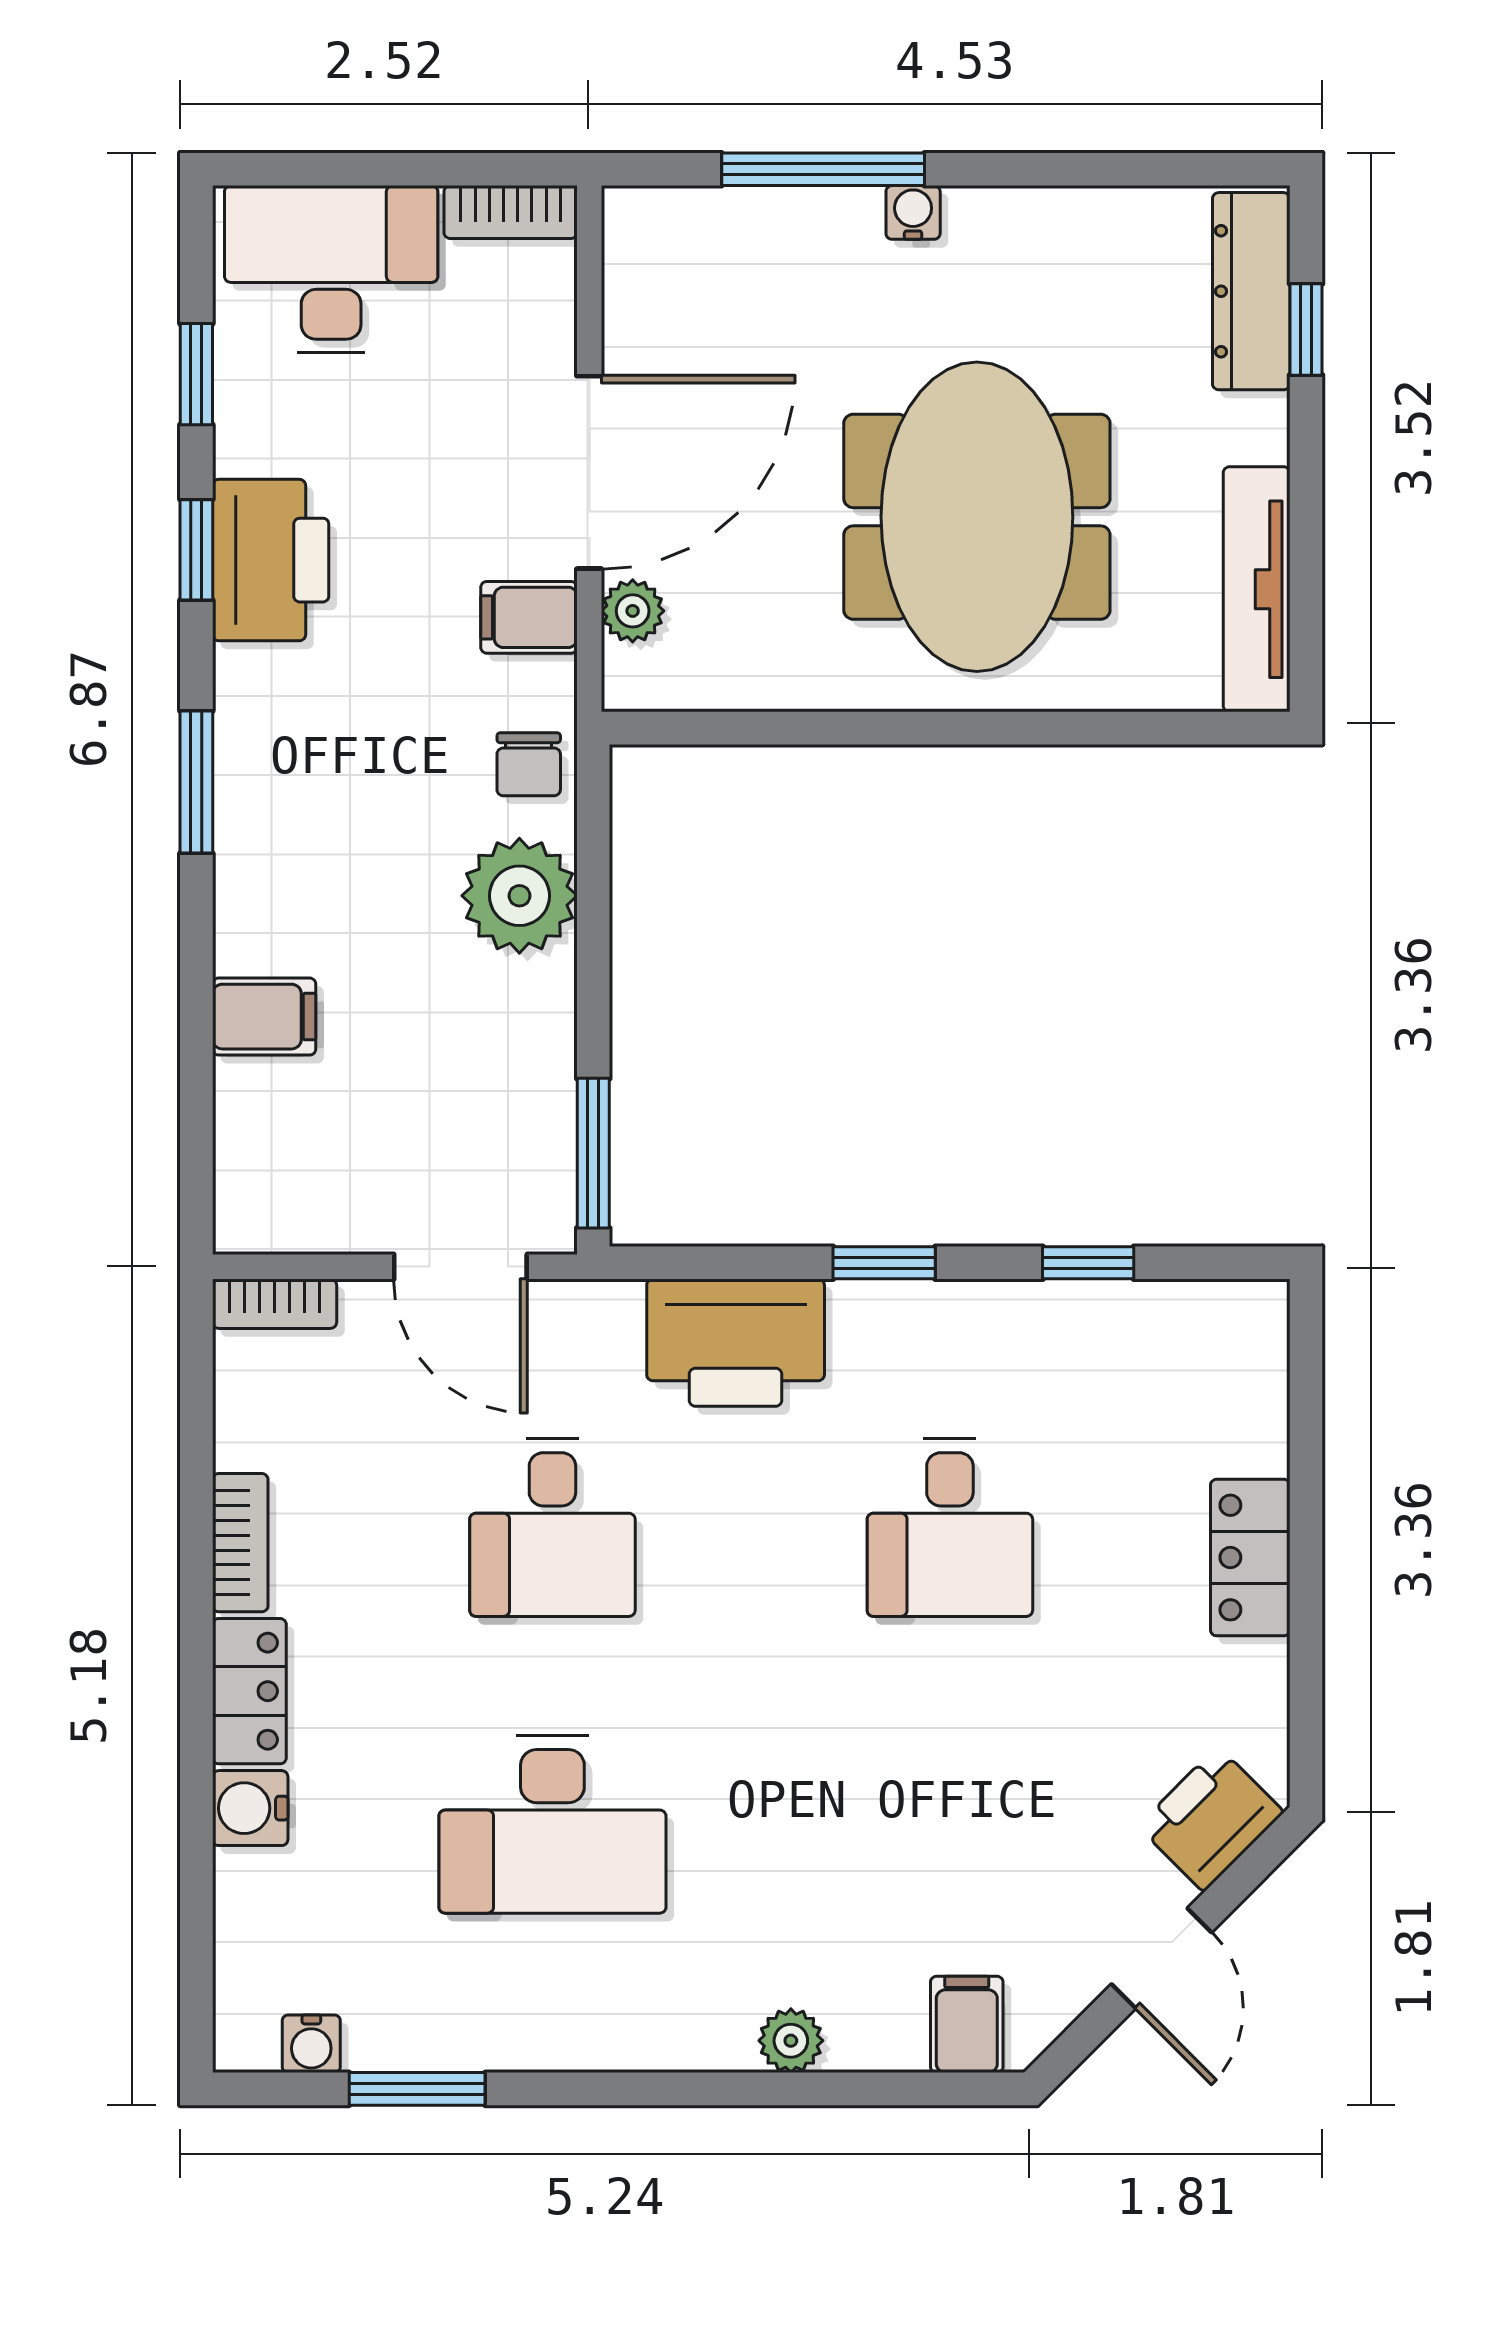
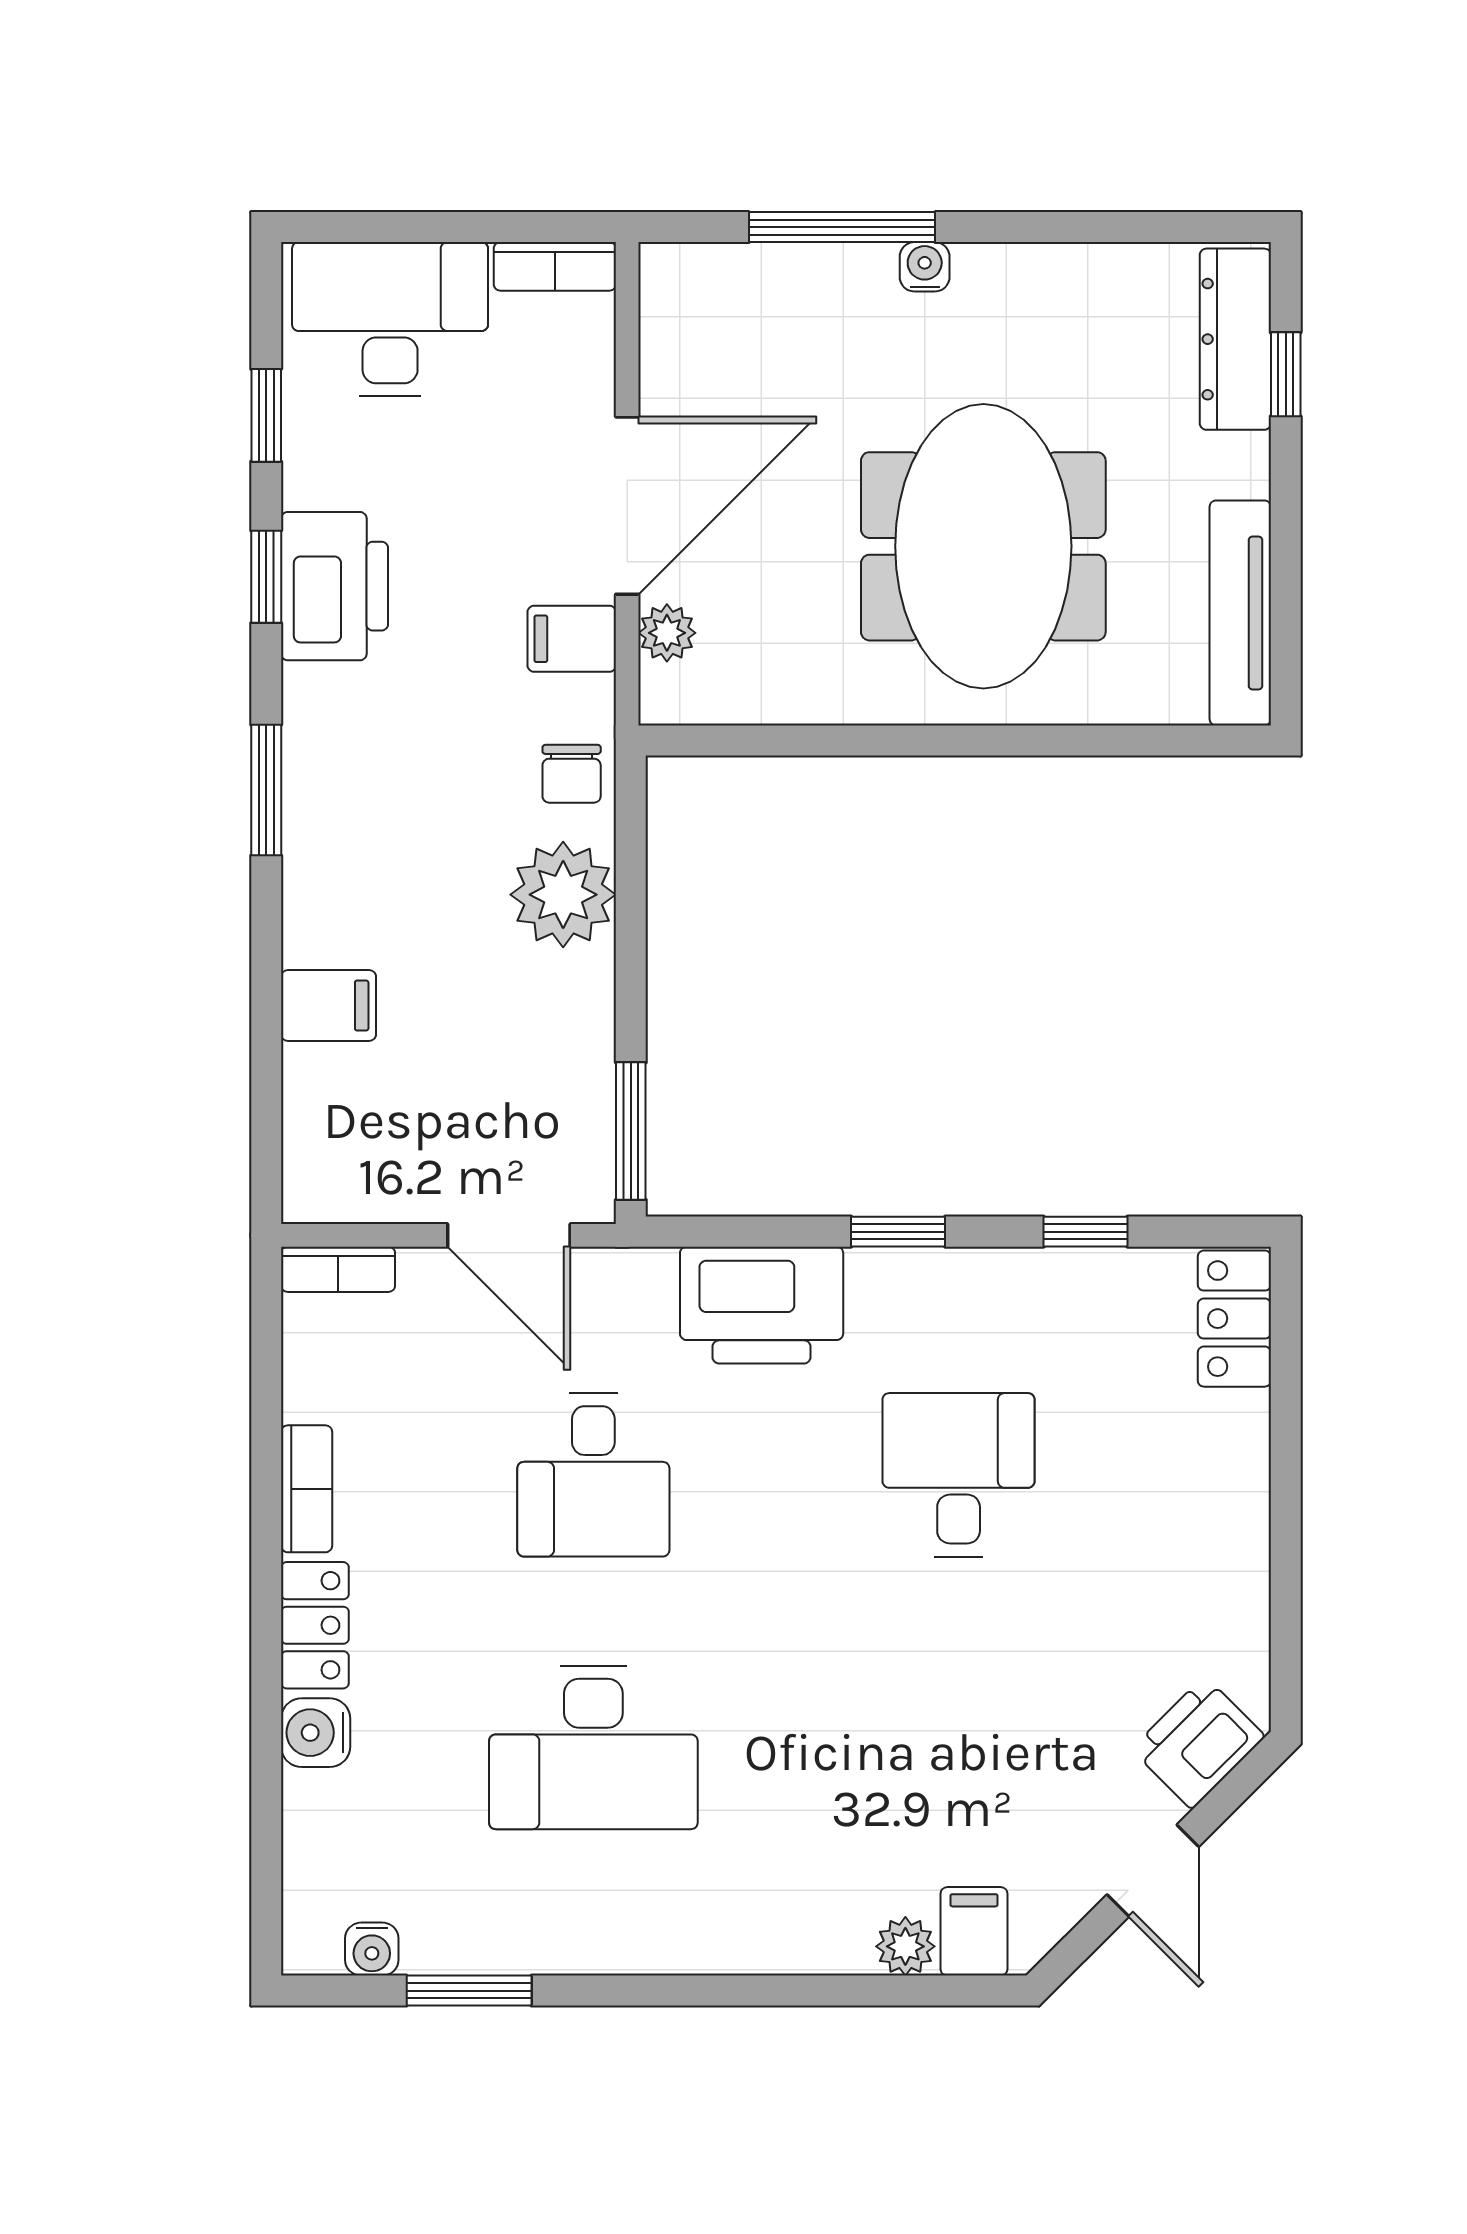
desk: (950, 1527) -> (959, 1475), turned 180
locker: (1250, 1558) -> (1234, 1319), moved
plant: (791, 2041) -> (905, 1946), moved

